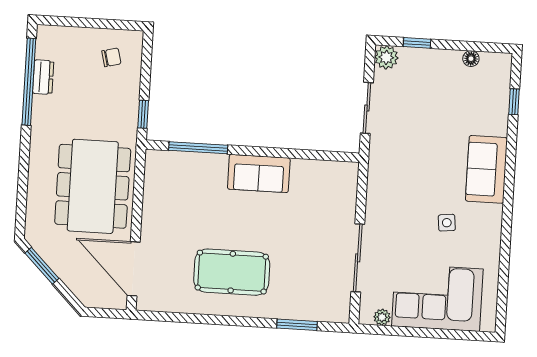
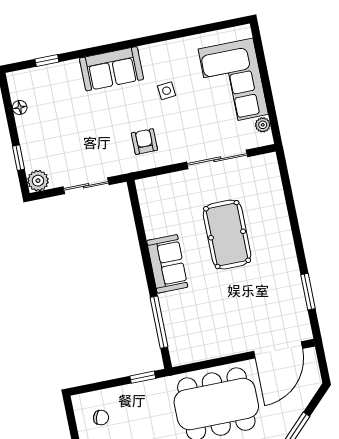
chair: (111, 57) -> (101, 418), turned 123
armchair: (398, 184) -> (144, 142), added
pool table: (232, 272) -> (227, 235), moved
window: (297, 325) -> (308, 292), moved

